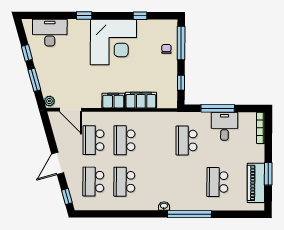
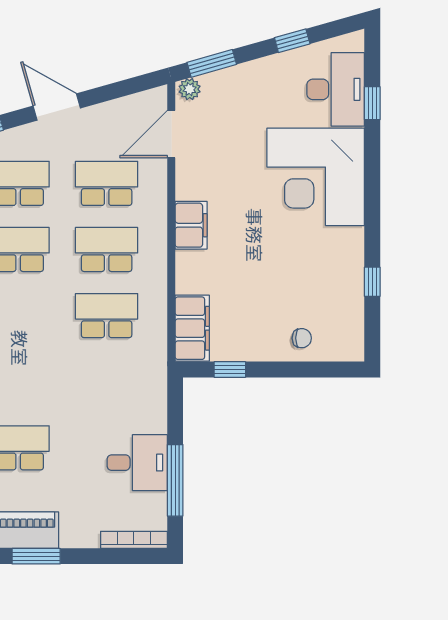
window: (84, 16) -> (372, 103), moved
corner desk: (113, 42) -> (316, 177), moved
window: (181, 43) -> (314, 369), removed
window: (34, 80) -> (212, 63), moved
filing cabinet: (141, 100) -> (192, 328), moved
window: (218, 108) -> (175, 480), moved
school desk: (186, 140) -> (107, 316), moved

